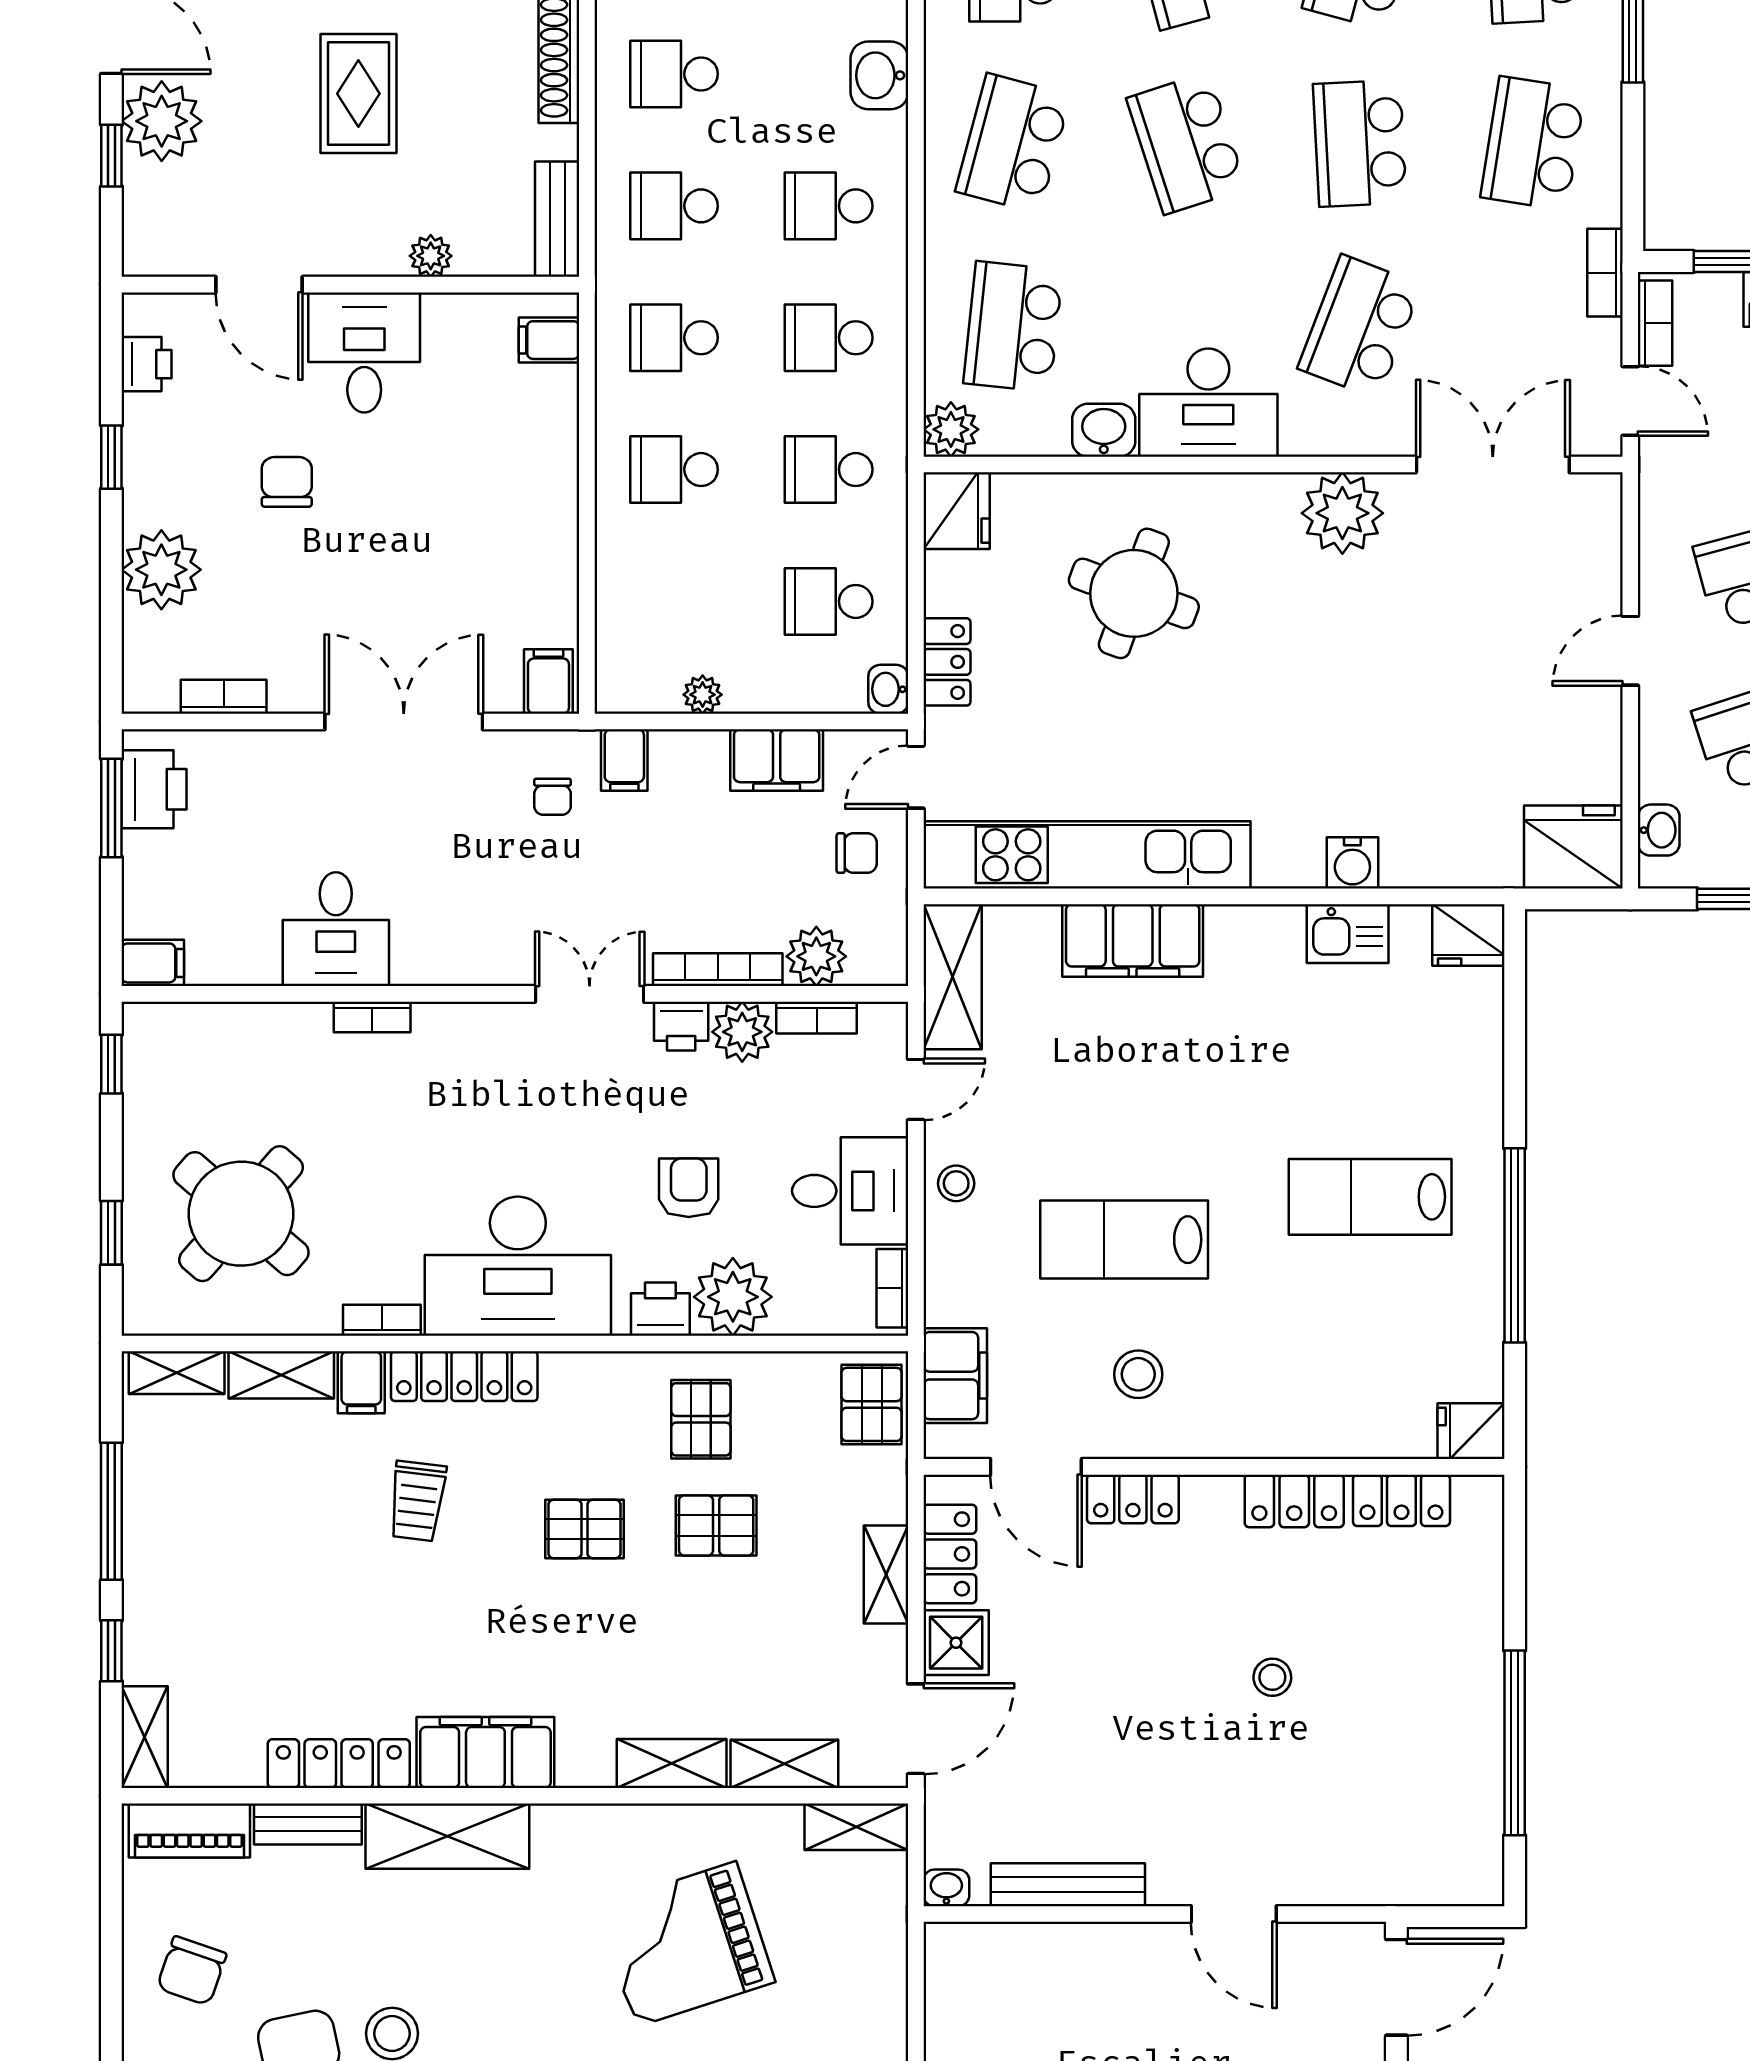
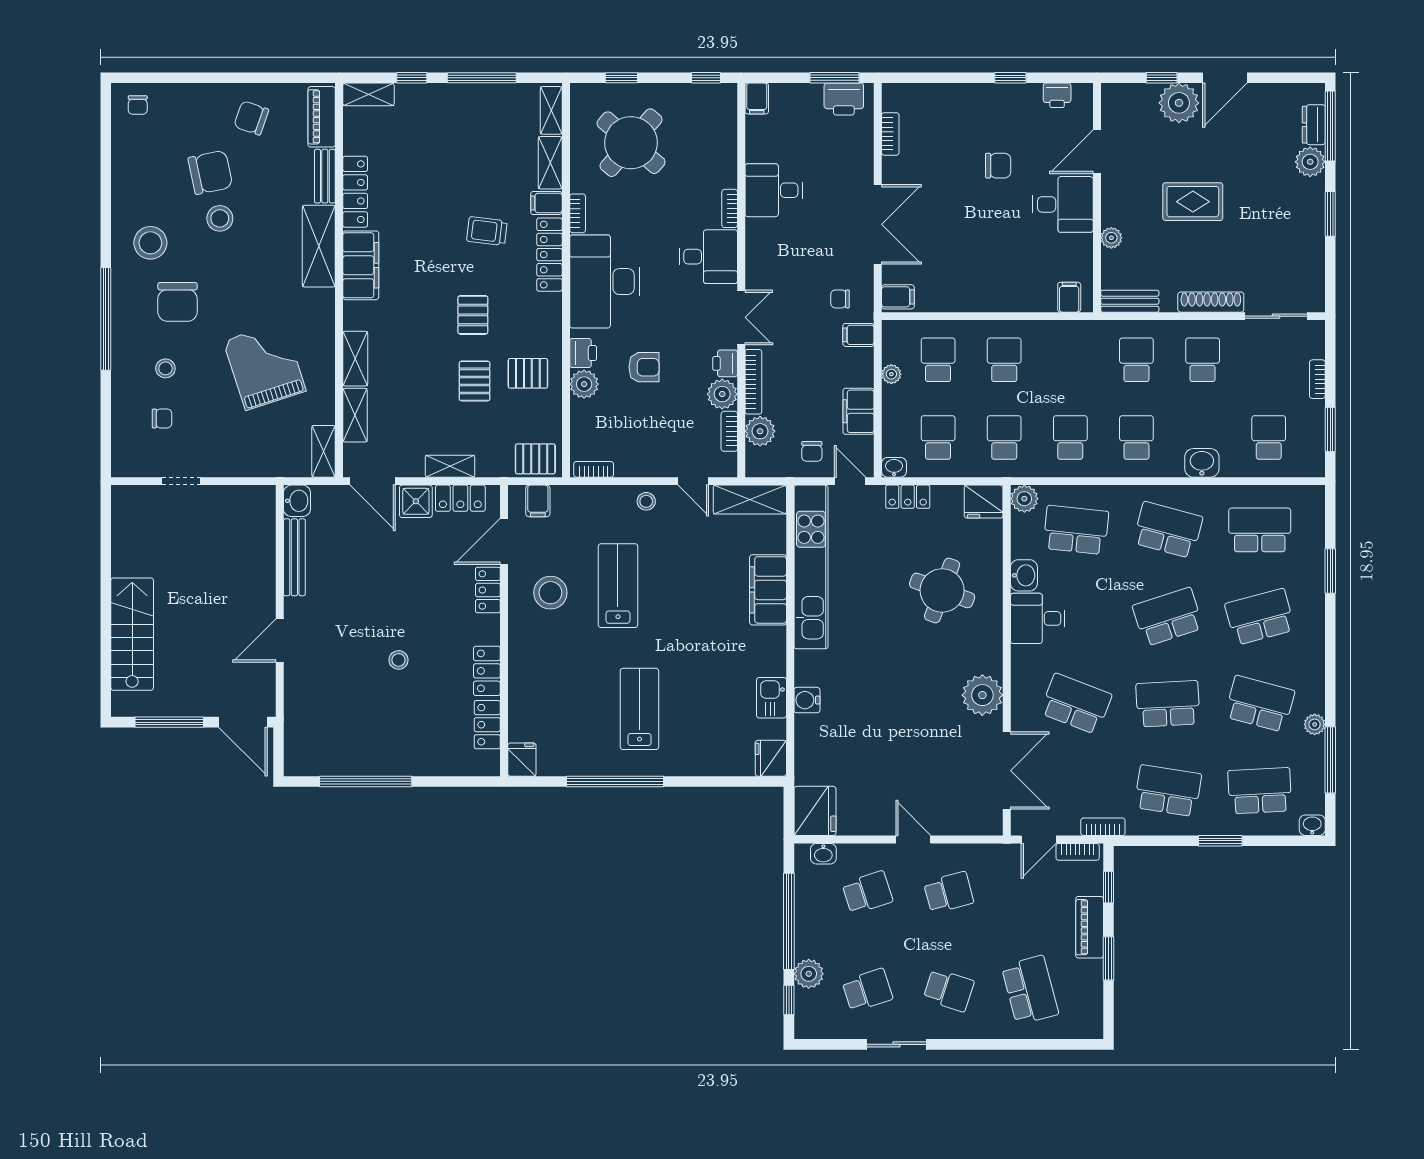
school desk: (674, 338) -> (938, 360), moved
desk: (1208, 403) -> (1038, 618), width x0.73
plant: (161, 570) -> (954, 103), removed
desk: (850, 1191) -> (708, 257), moved, turned -90
plant: (733, 1297) -> (584, 384), width x0.73, depth x0.73
stool: (1138, 1374) -> (550, 593), width x1.38, depth x1.38
filing cabinet: (955, 1376) -> (538, 501), width x0.50
washbasin: (946, 1888) -> (297, 501), width x1.38, depth x1.45

